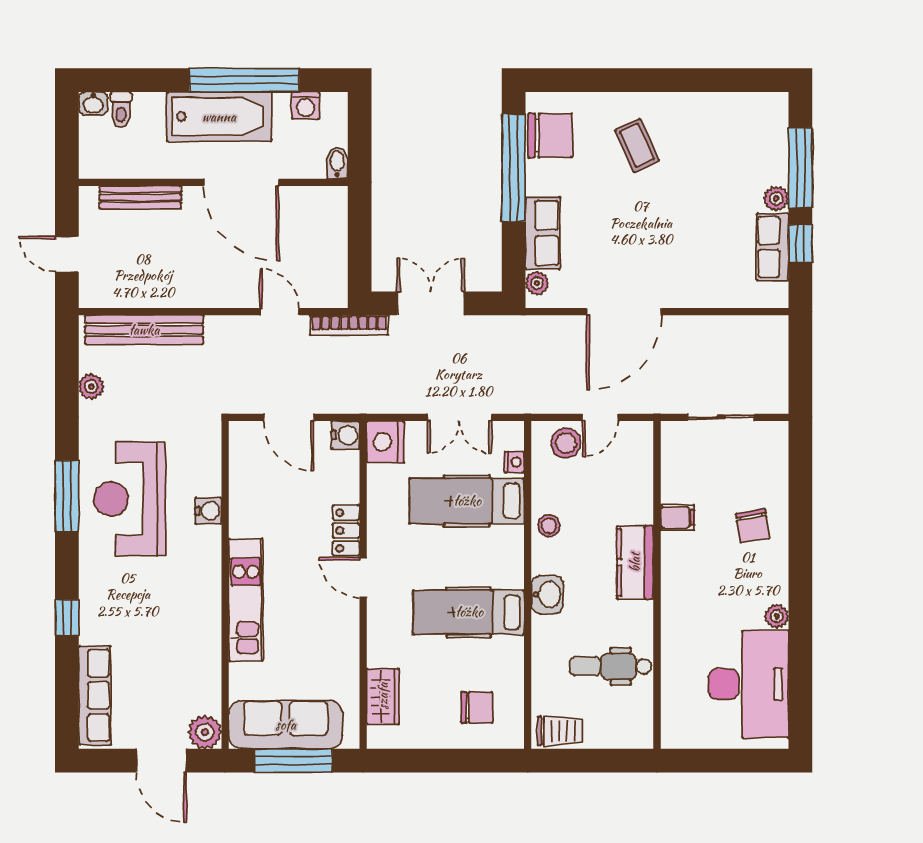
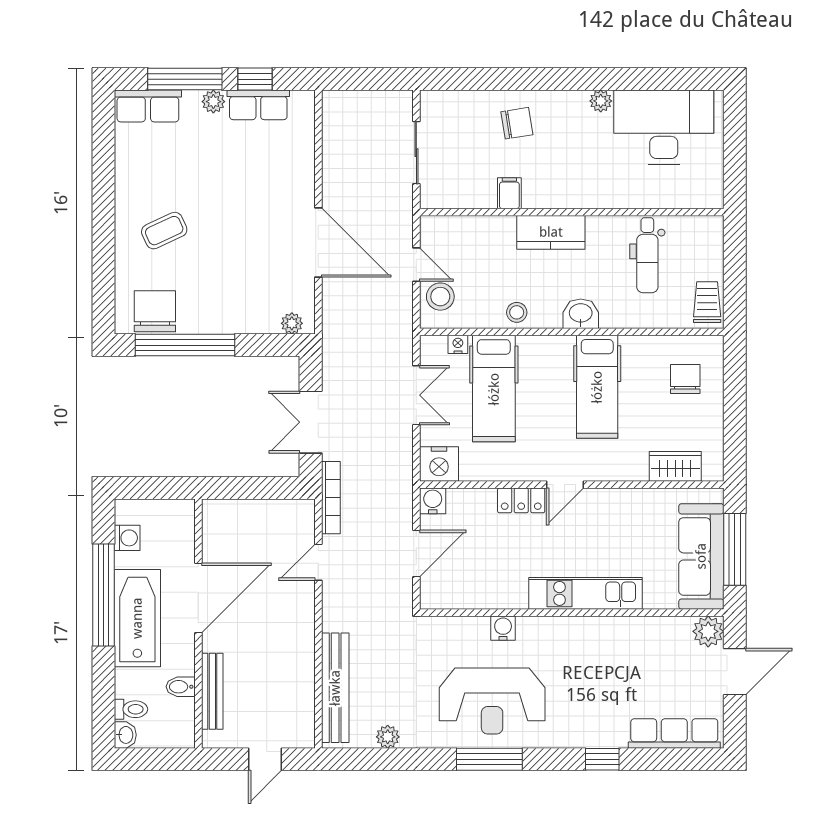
bidet: (337, 163) -> (181, 687), moved
row of seats: (543, 233) -> (148, 106), moved, turned 180

